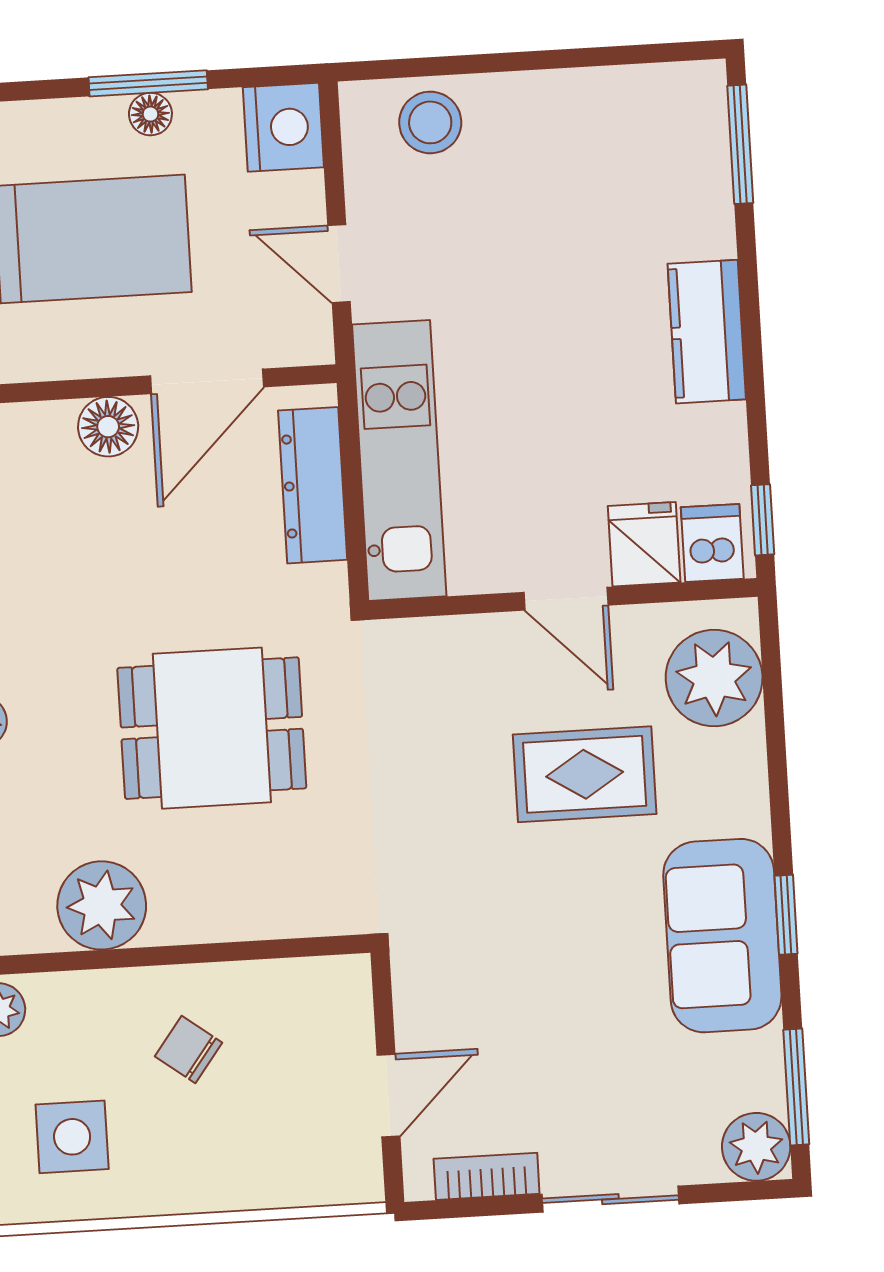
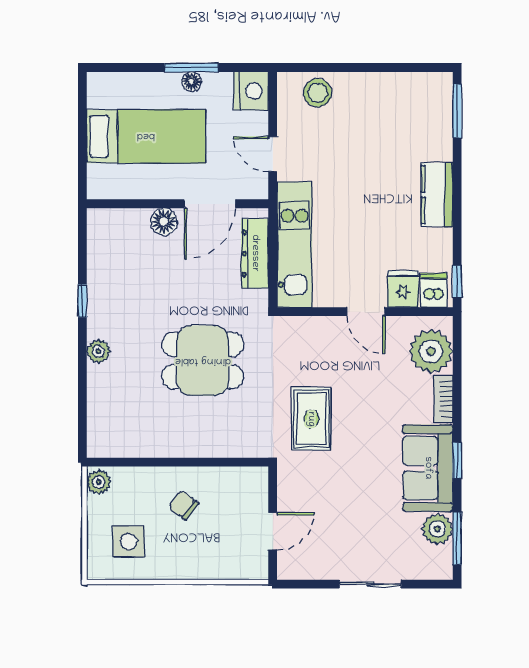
rug: (585, 774) -> (311, 419), moved, turned 90
plant: (102, 905) -> (148, 438), removed
plant: (756, 1147) -> (437, 529), moved
bookcase: (487, 1176) -> (443, 399), moved, turned -90

